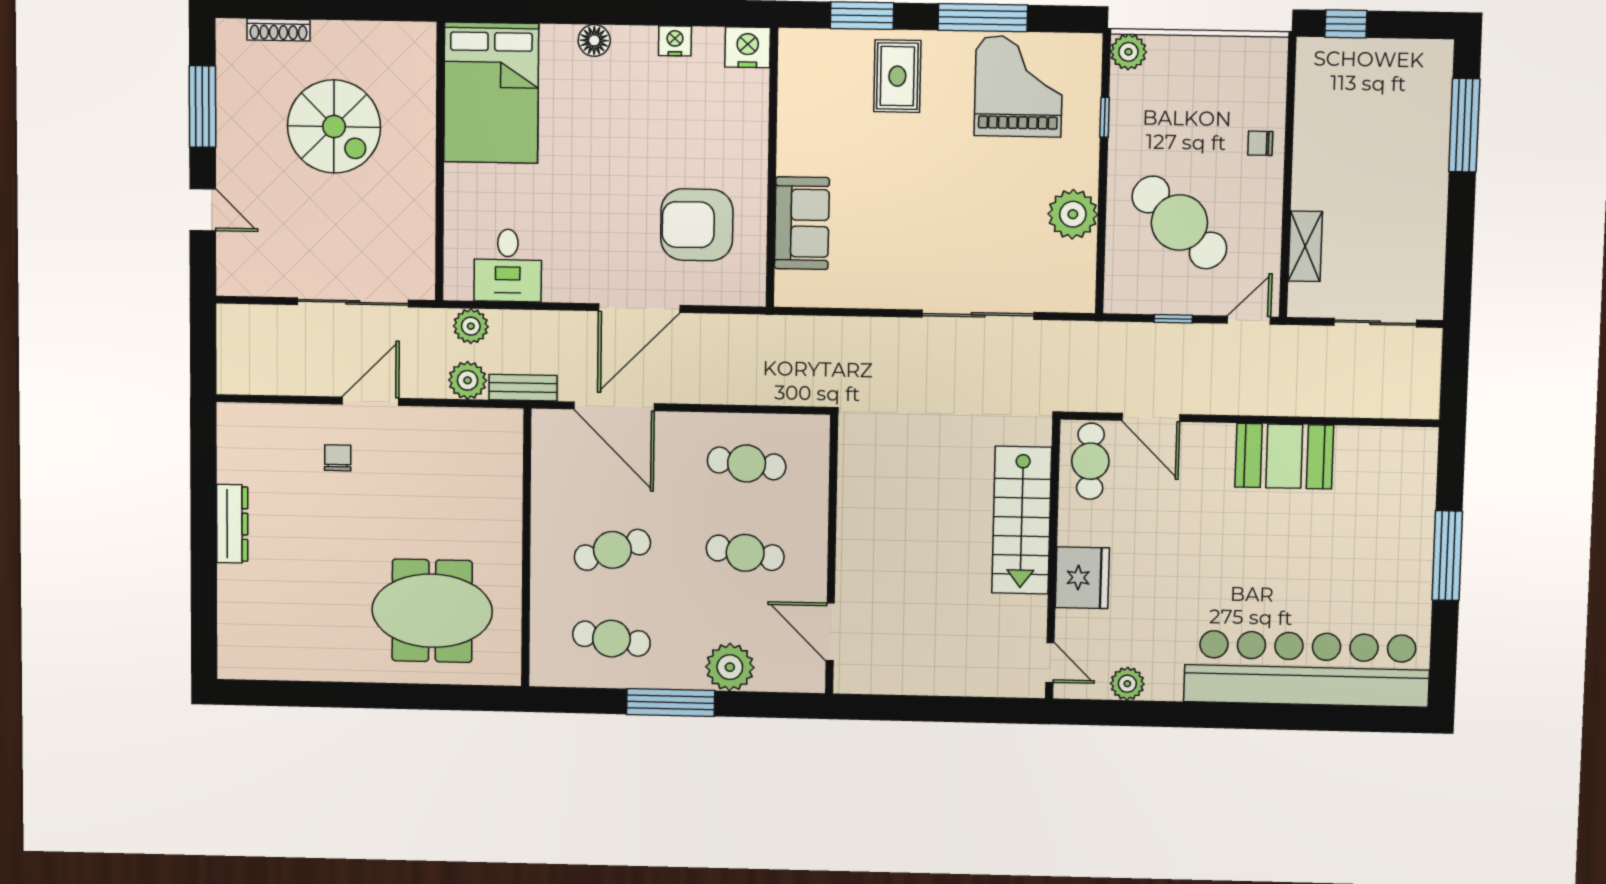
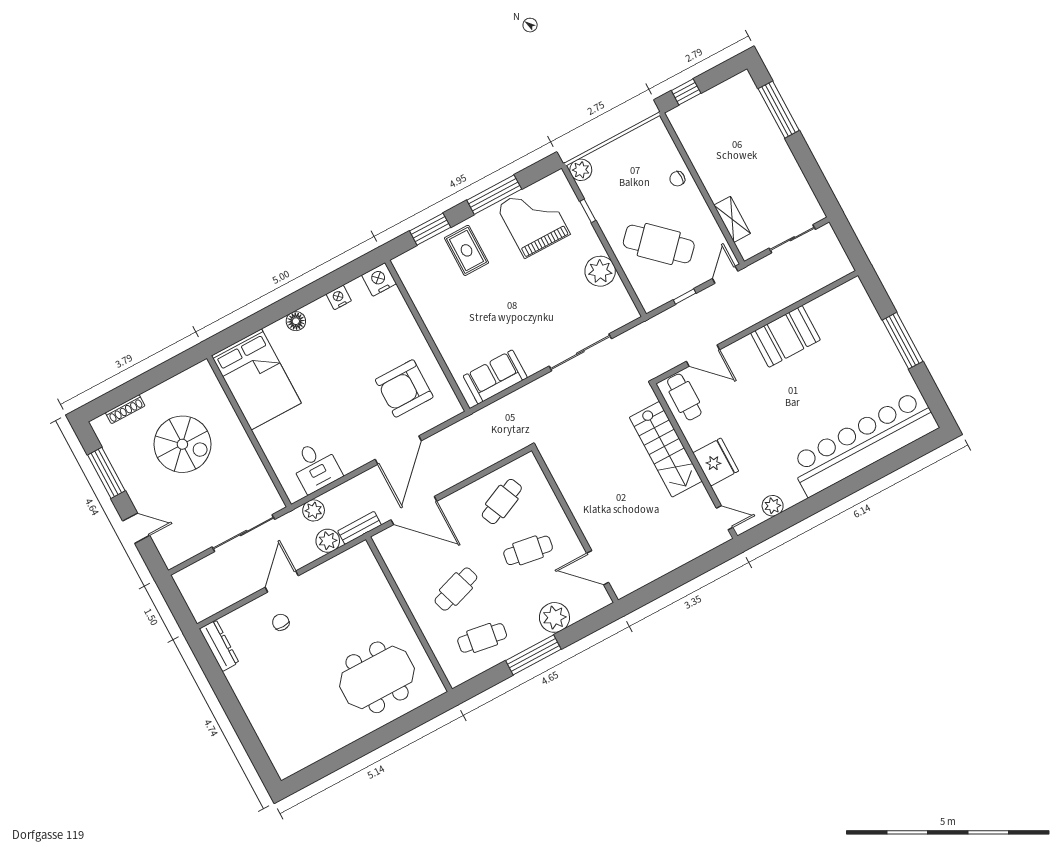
sofa: (802, 223) -> (495, 377), moved, turned -90
cafe table: (747, 463) -> (502, 502), turned -30
dresser: (232, 524) -> (219, 646), moved

